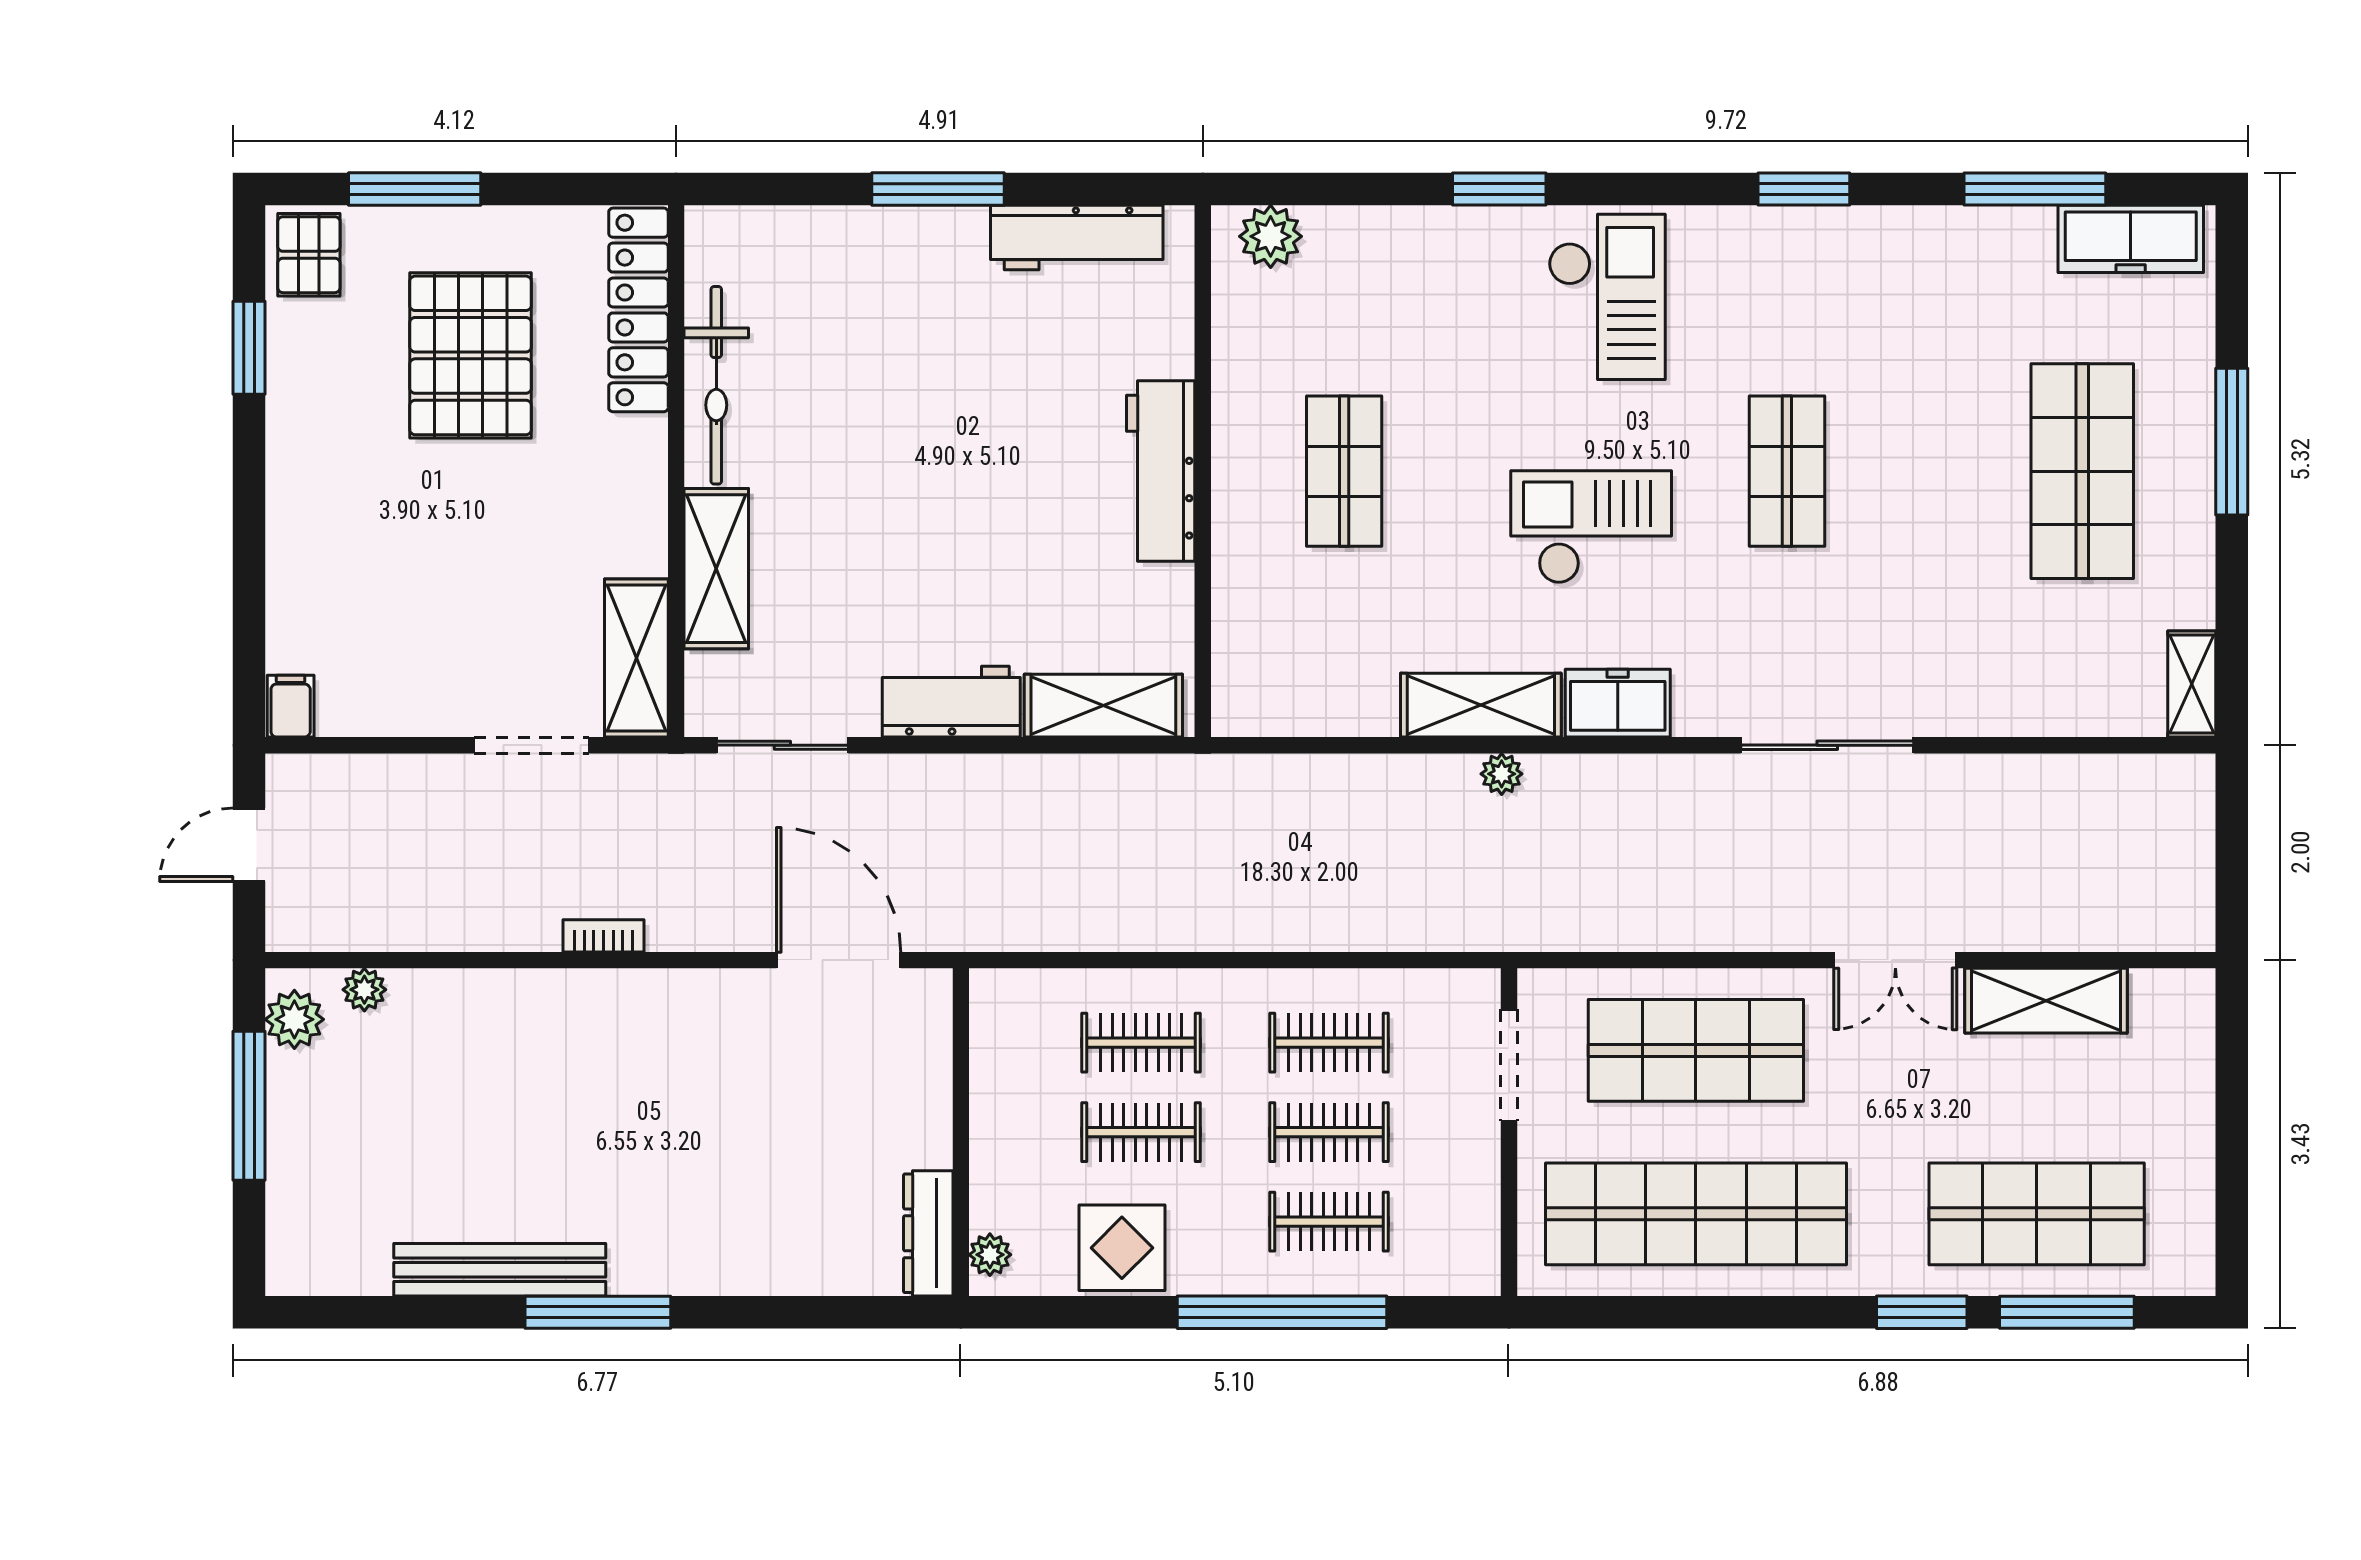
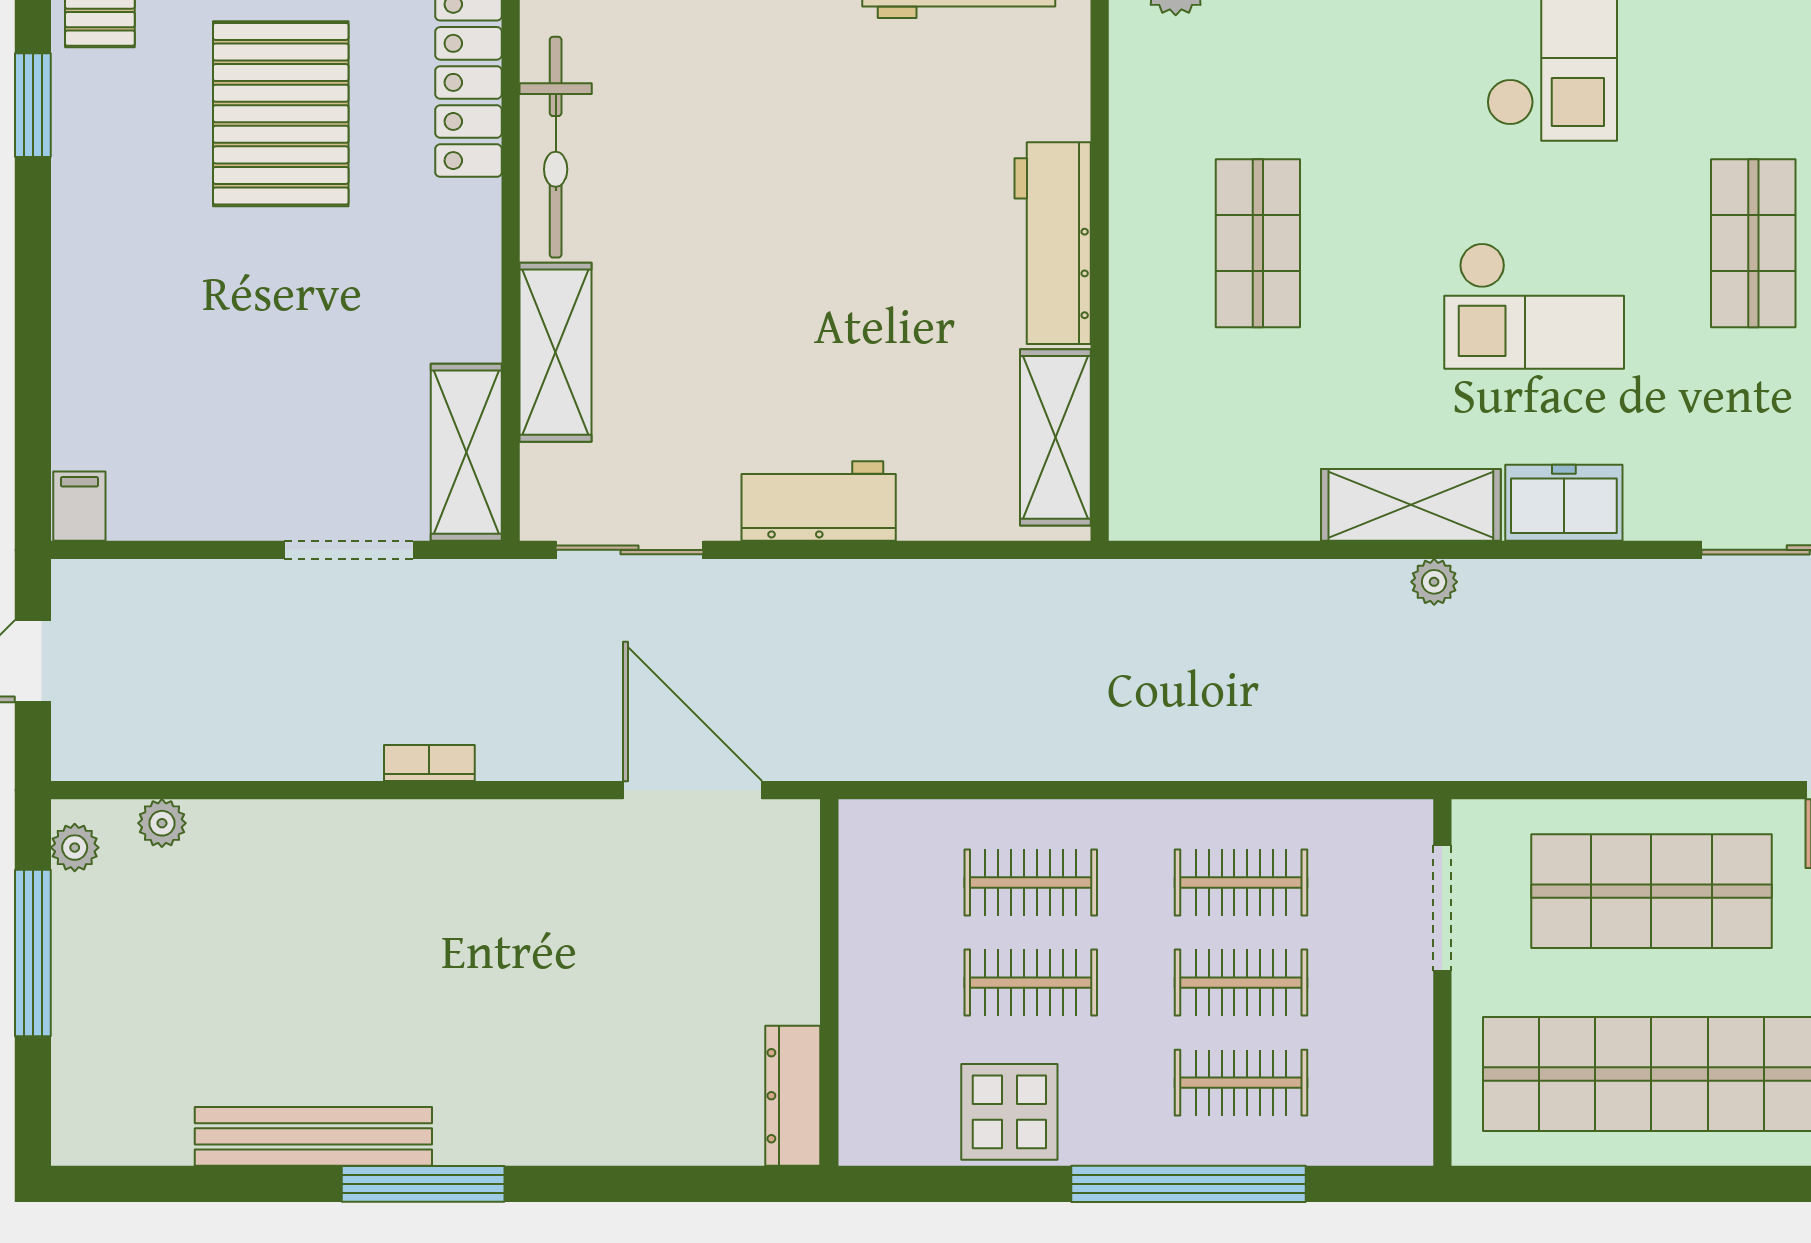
checkout: (1591, 527) -> (1534, 306), turned 180
shelving: (1103, 706) -> (1055, 437), moved, turned 90
plant: (294, 1019) -> (75, 848), width x0.73, depth x0.73
plant: (990, 1255) -> (862, 1120), removed

